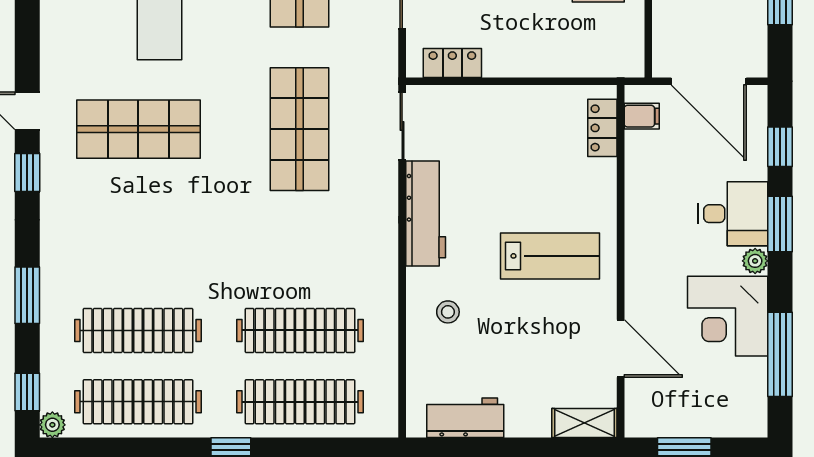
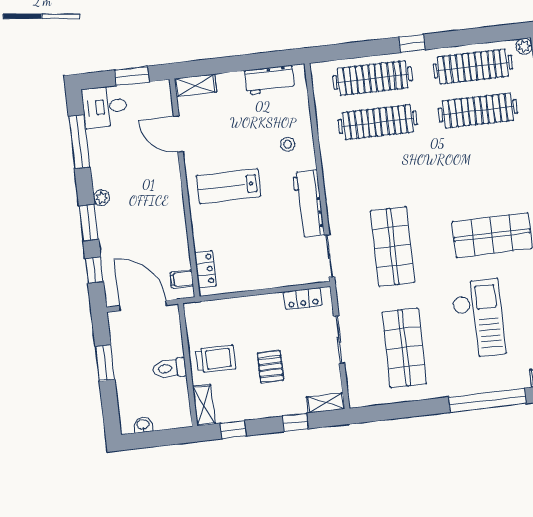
desk: (733, 214) -> (105, 107), moved
corner desk: (728, 316) -> (114, 162), removed

